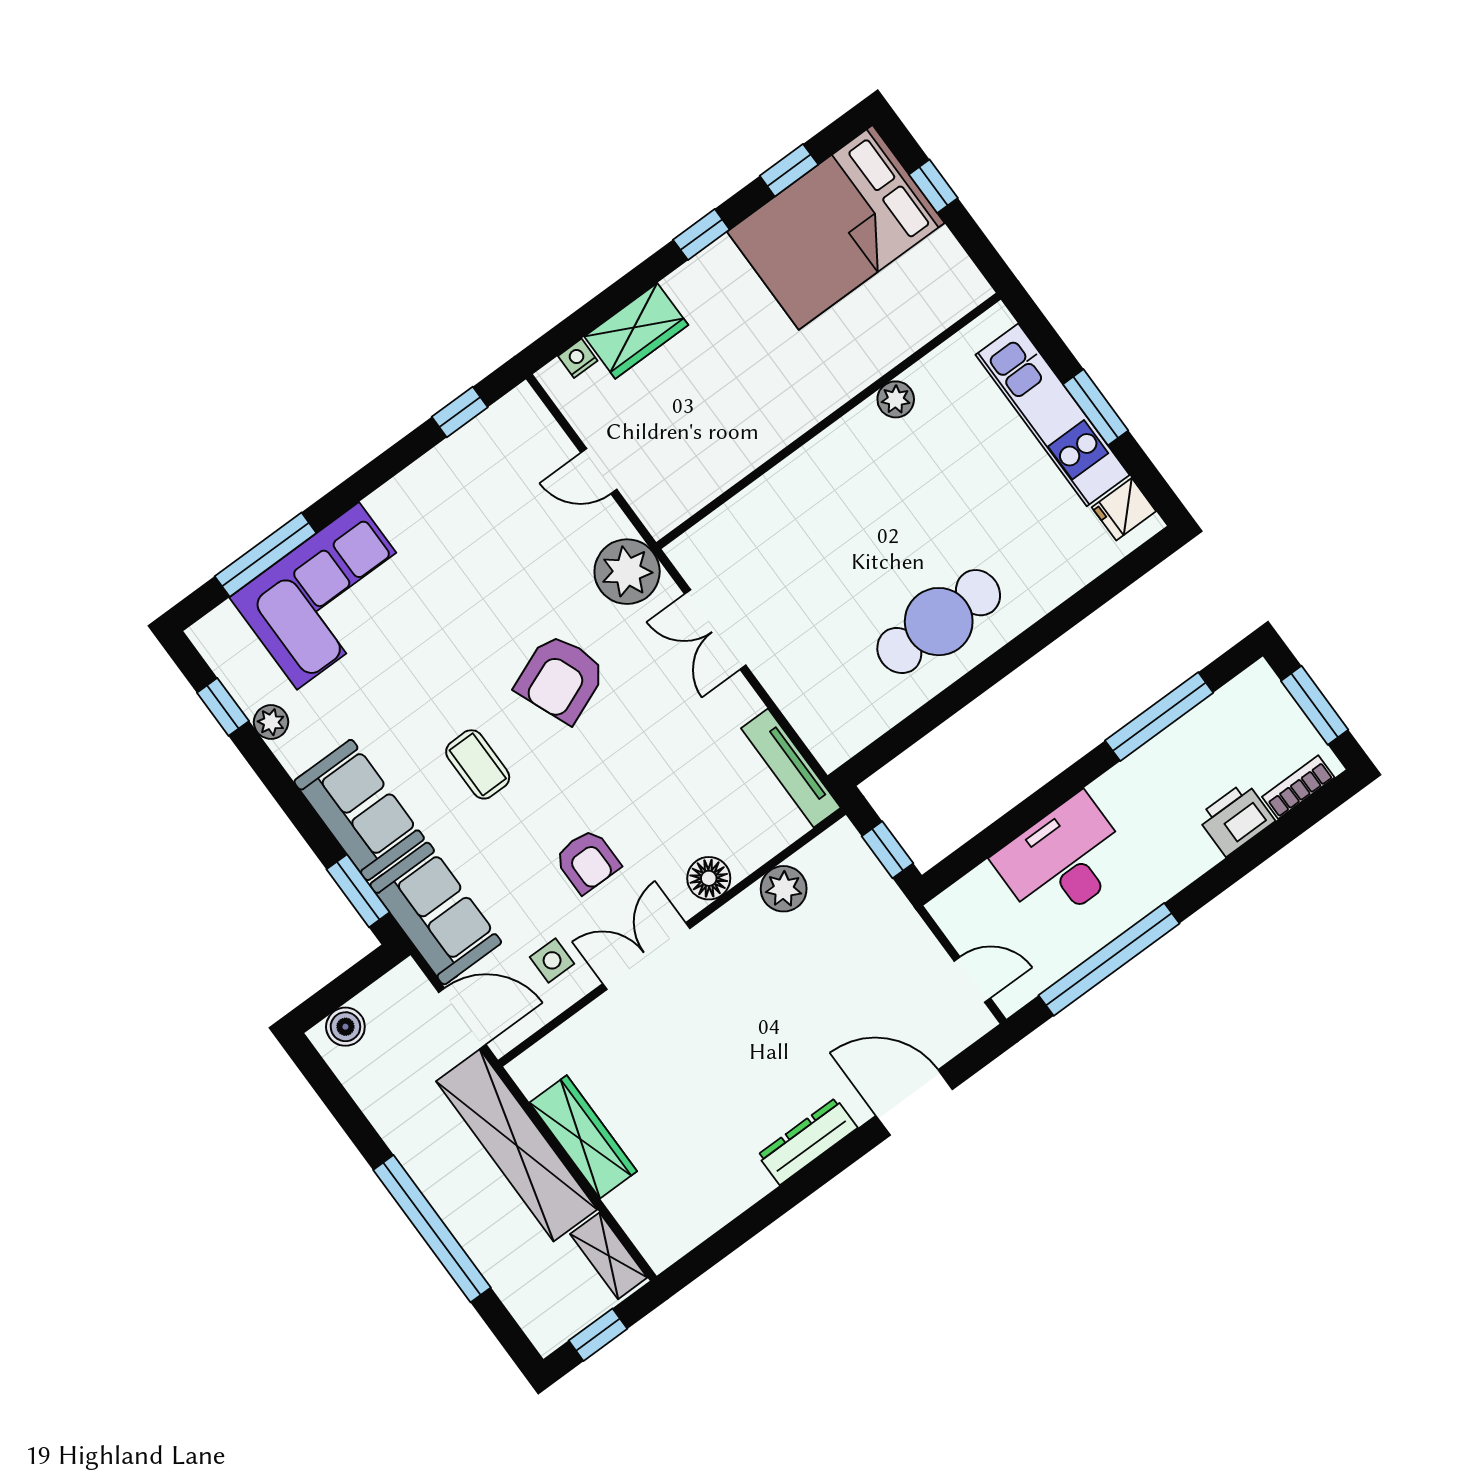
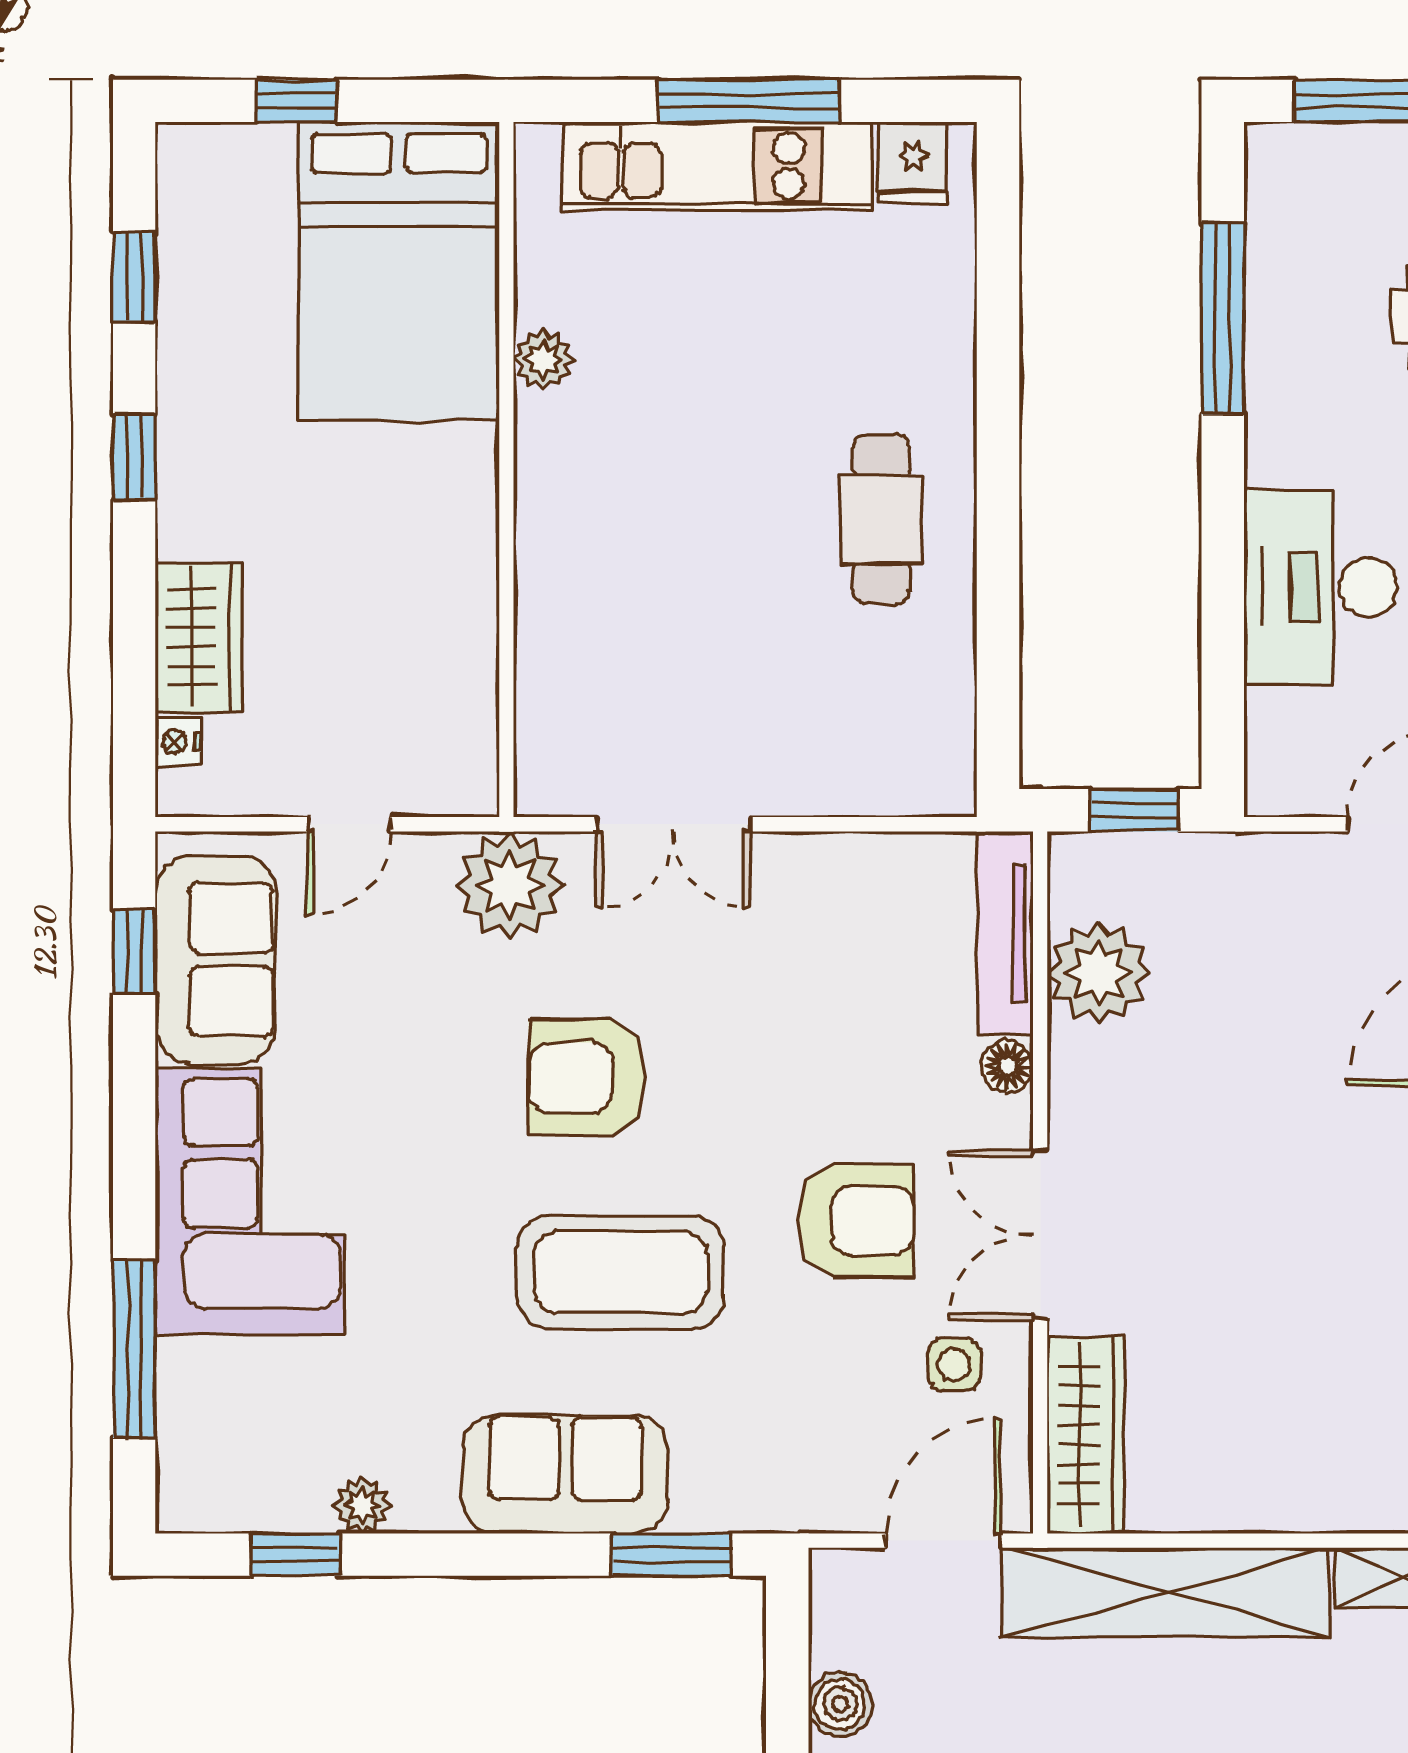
bed: (836, 227) -> (399, 271), moved
window: (1096, 407) -> (749, 101), width x1.44
corner sofa: (328, 596) -> (250, 1202), moved
cafe table: (939, 622) -> (881, 519), width x0.73, depth x0.74
armchair: (561, 678) -> (587, 1078), turned 112
coffee table: (478, 764) -> (621, 1272), width x1.86, depth x1.72
tv unit: (791, 768) -> (1006, 933), moved, turned 90
armchair: (587, 861) -> (856, 1221), width x1.38, depth x1.38
floor lamp: (709, 878) -> (1007, 1066), width x0.73, depth x0.73
plant: (784, 889) -> (1099, 973), width x1.36, depth x1.36
sofa: (436, 914) -> (215, 960), moved, turned 90
wardrobe: (583, 1137) -> (1085, 1435), moved, turned 90

